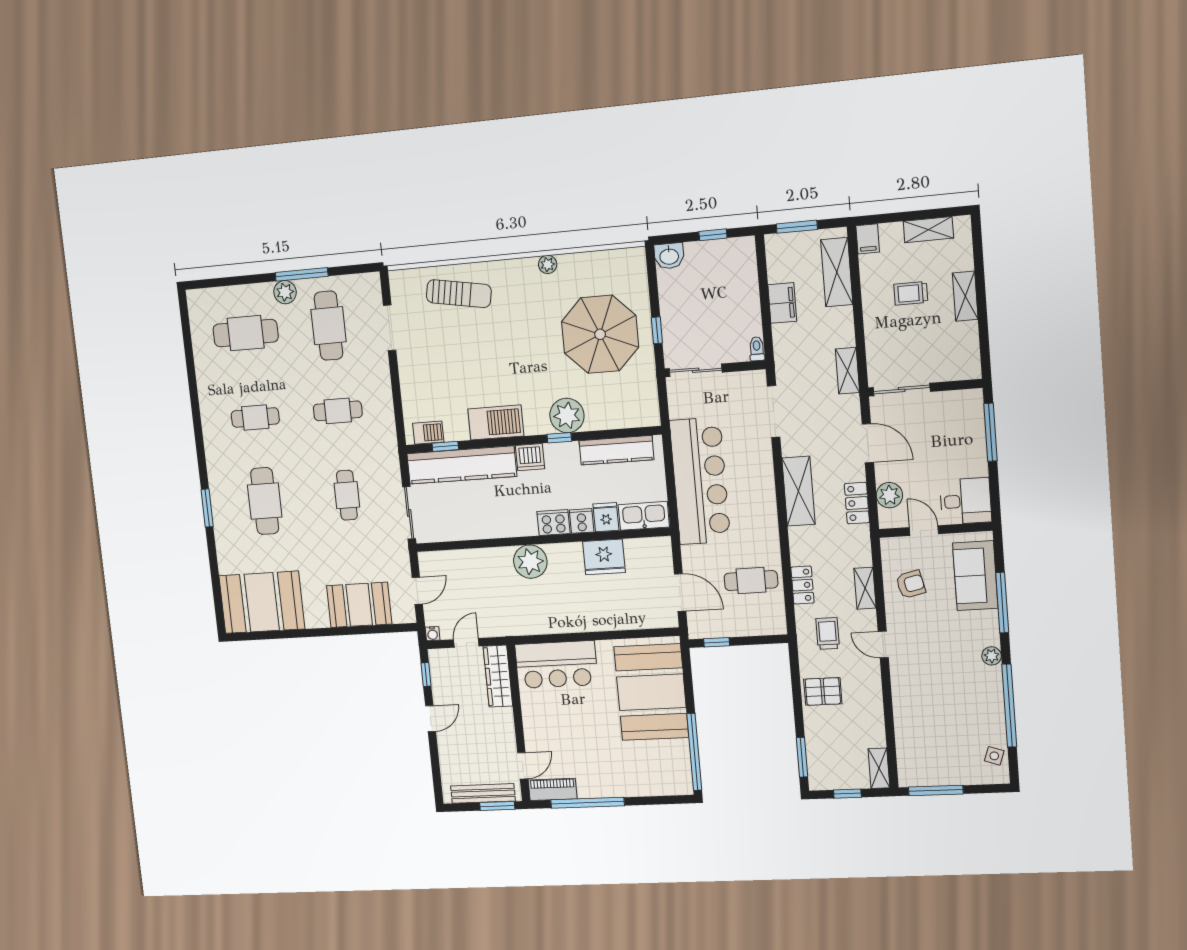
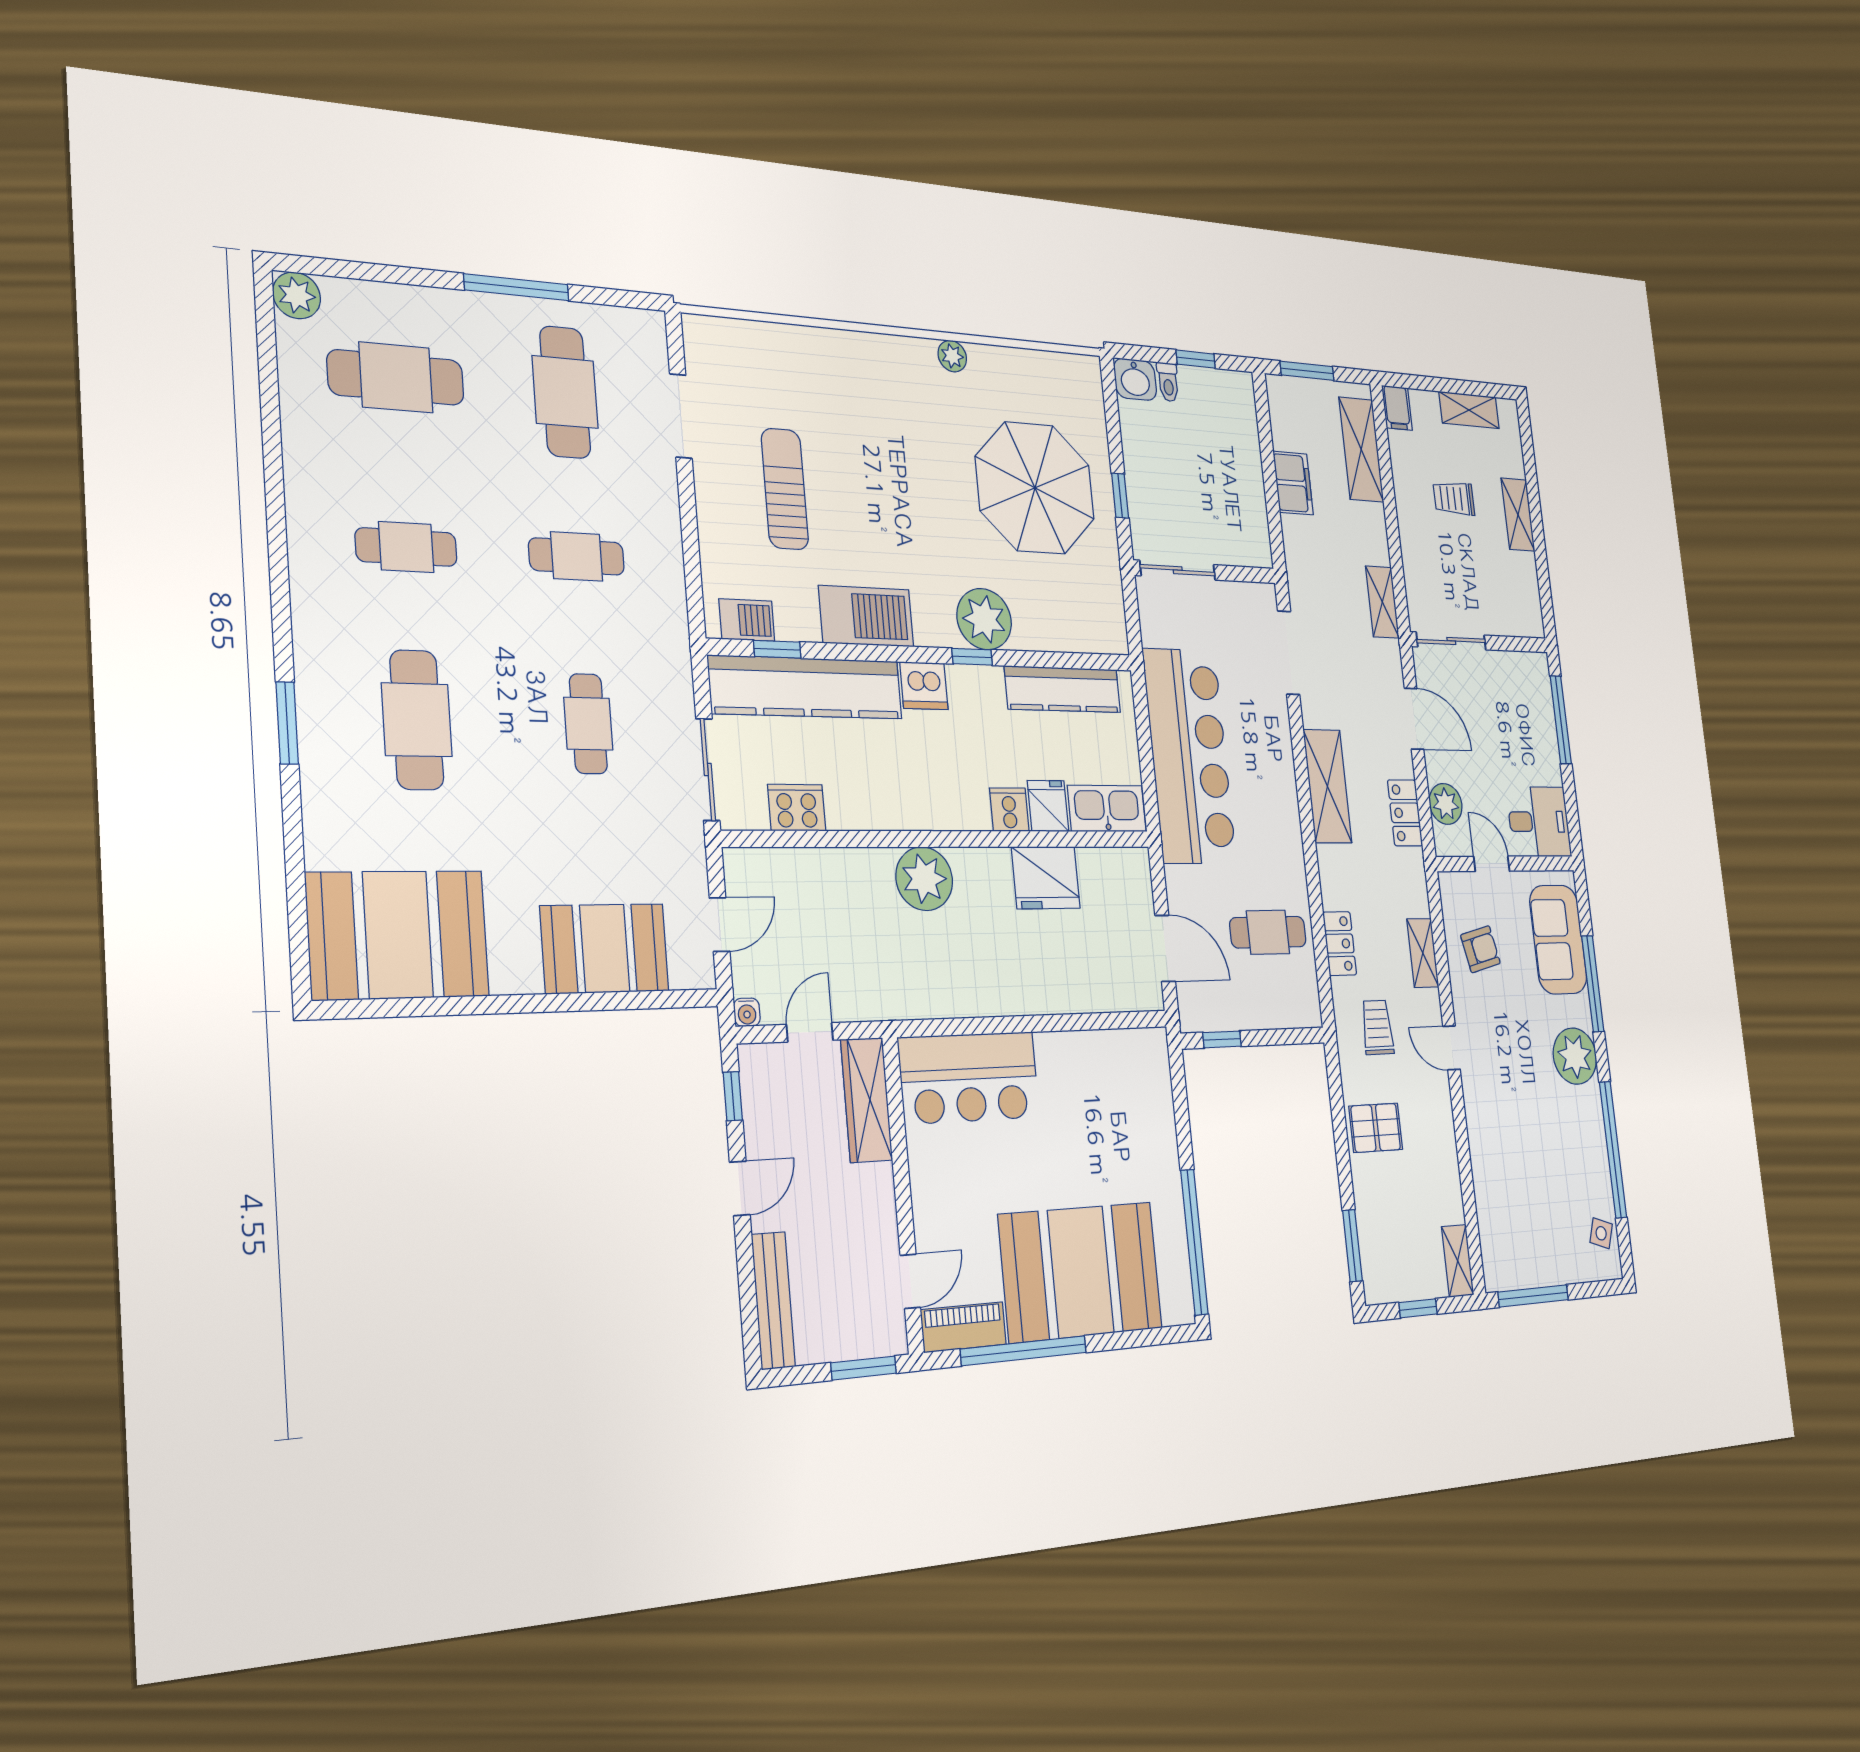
plant: (285, 292) -> (297, 295), moved
sun lounger: (459, 294) -> (785, 489), moved, turned -100
toilet: (757, 349) -> (1168, 382), moved, turned 180
cooker: (553, 523) -> (797, 808), moved
plant: (992, 656) -> (1575, 1056), width x1.88, depth x1.88
booth: (651, 692) -> (1081, 1272), moved, turned 90
bench: (483, 793) -> (773, 1300), moved, turned 90

